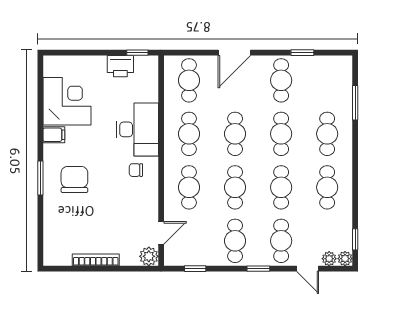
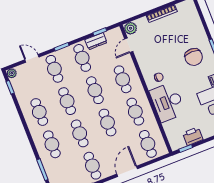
dresser: (206, 257) -> (96, 41), added
plant: (329, 259) -> (21, 69), removed

